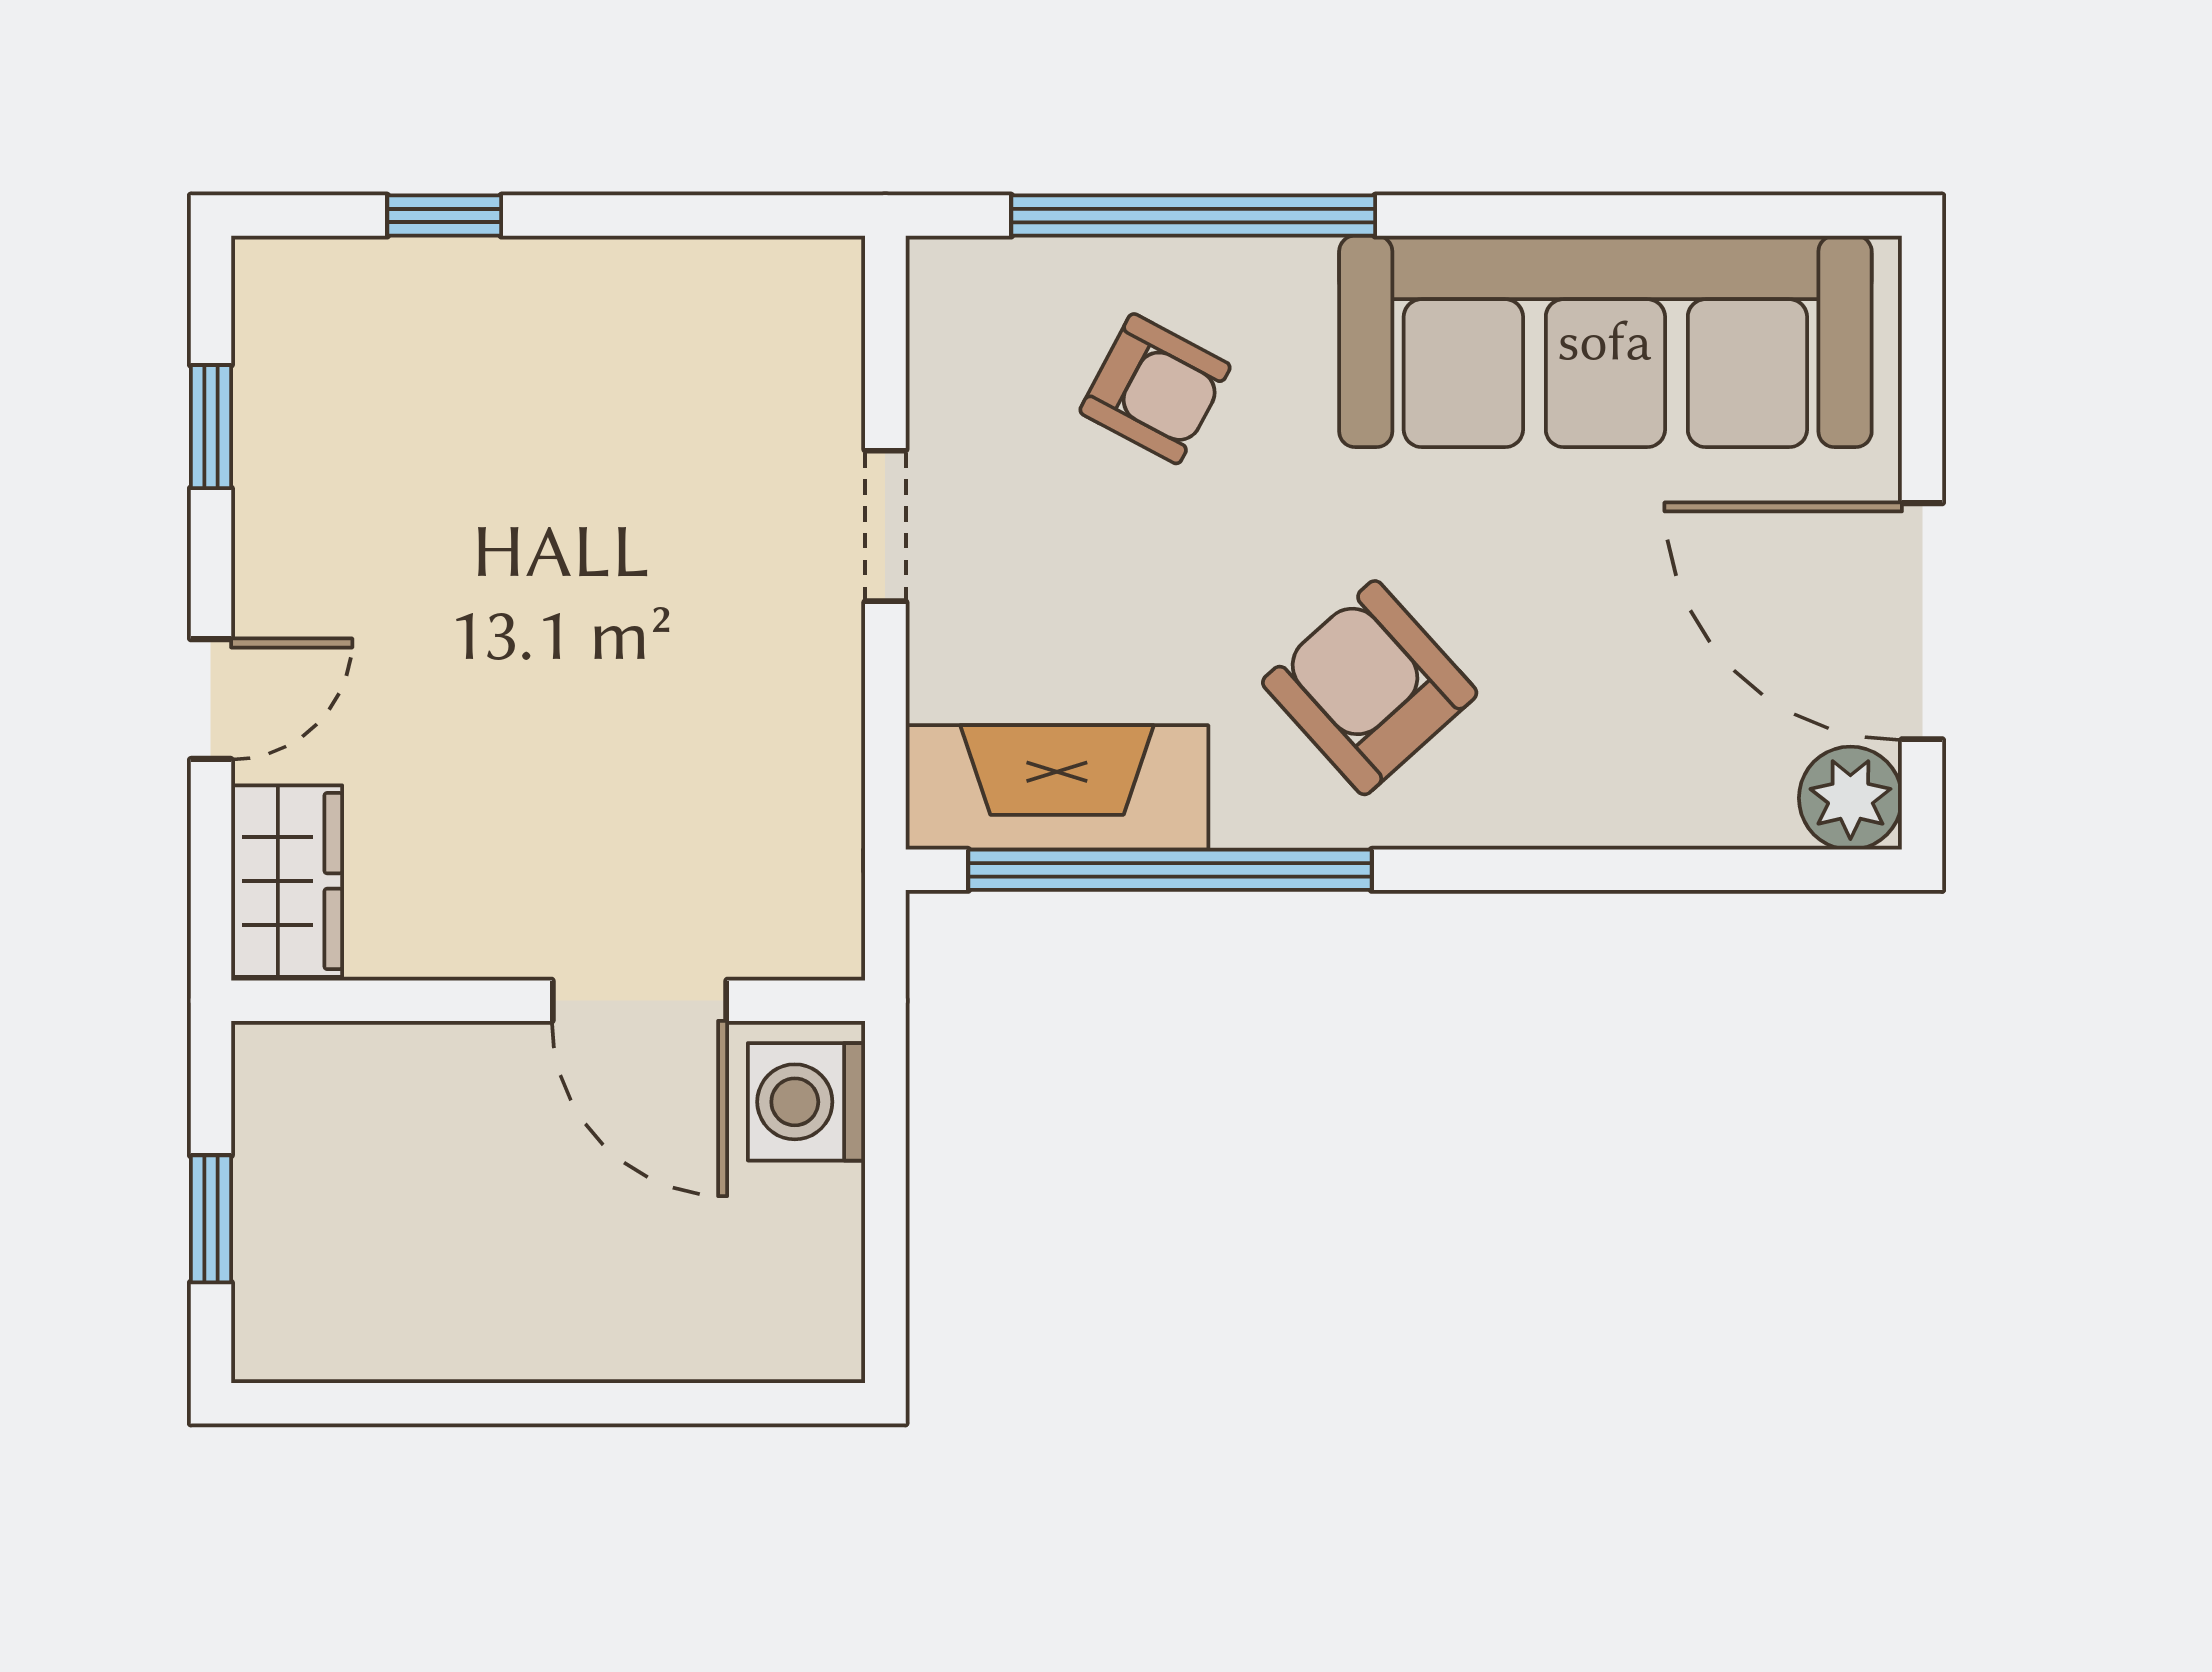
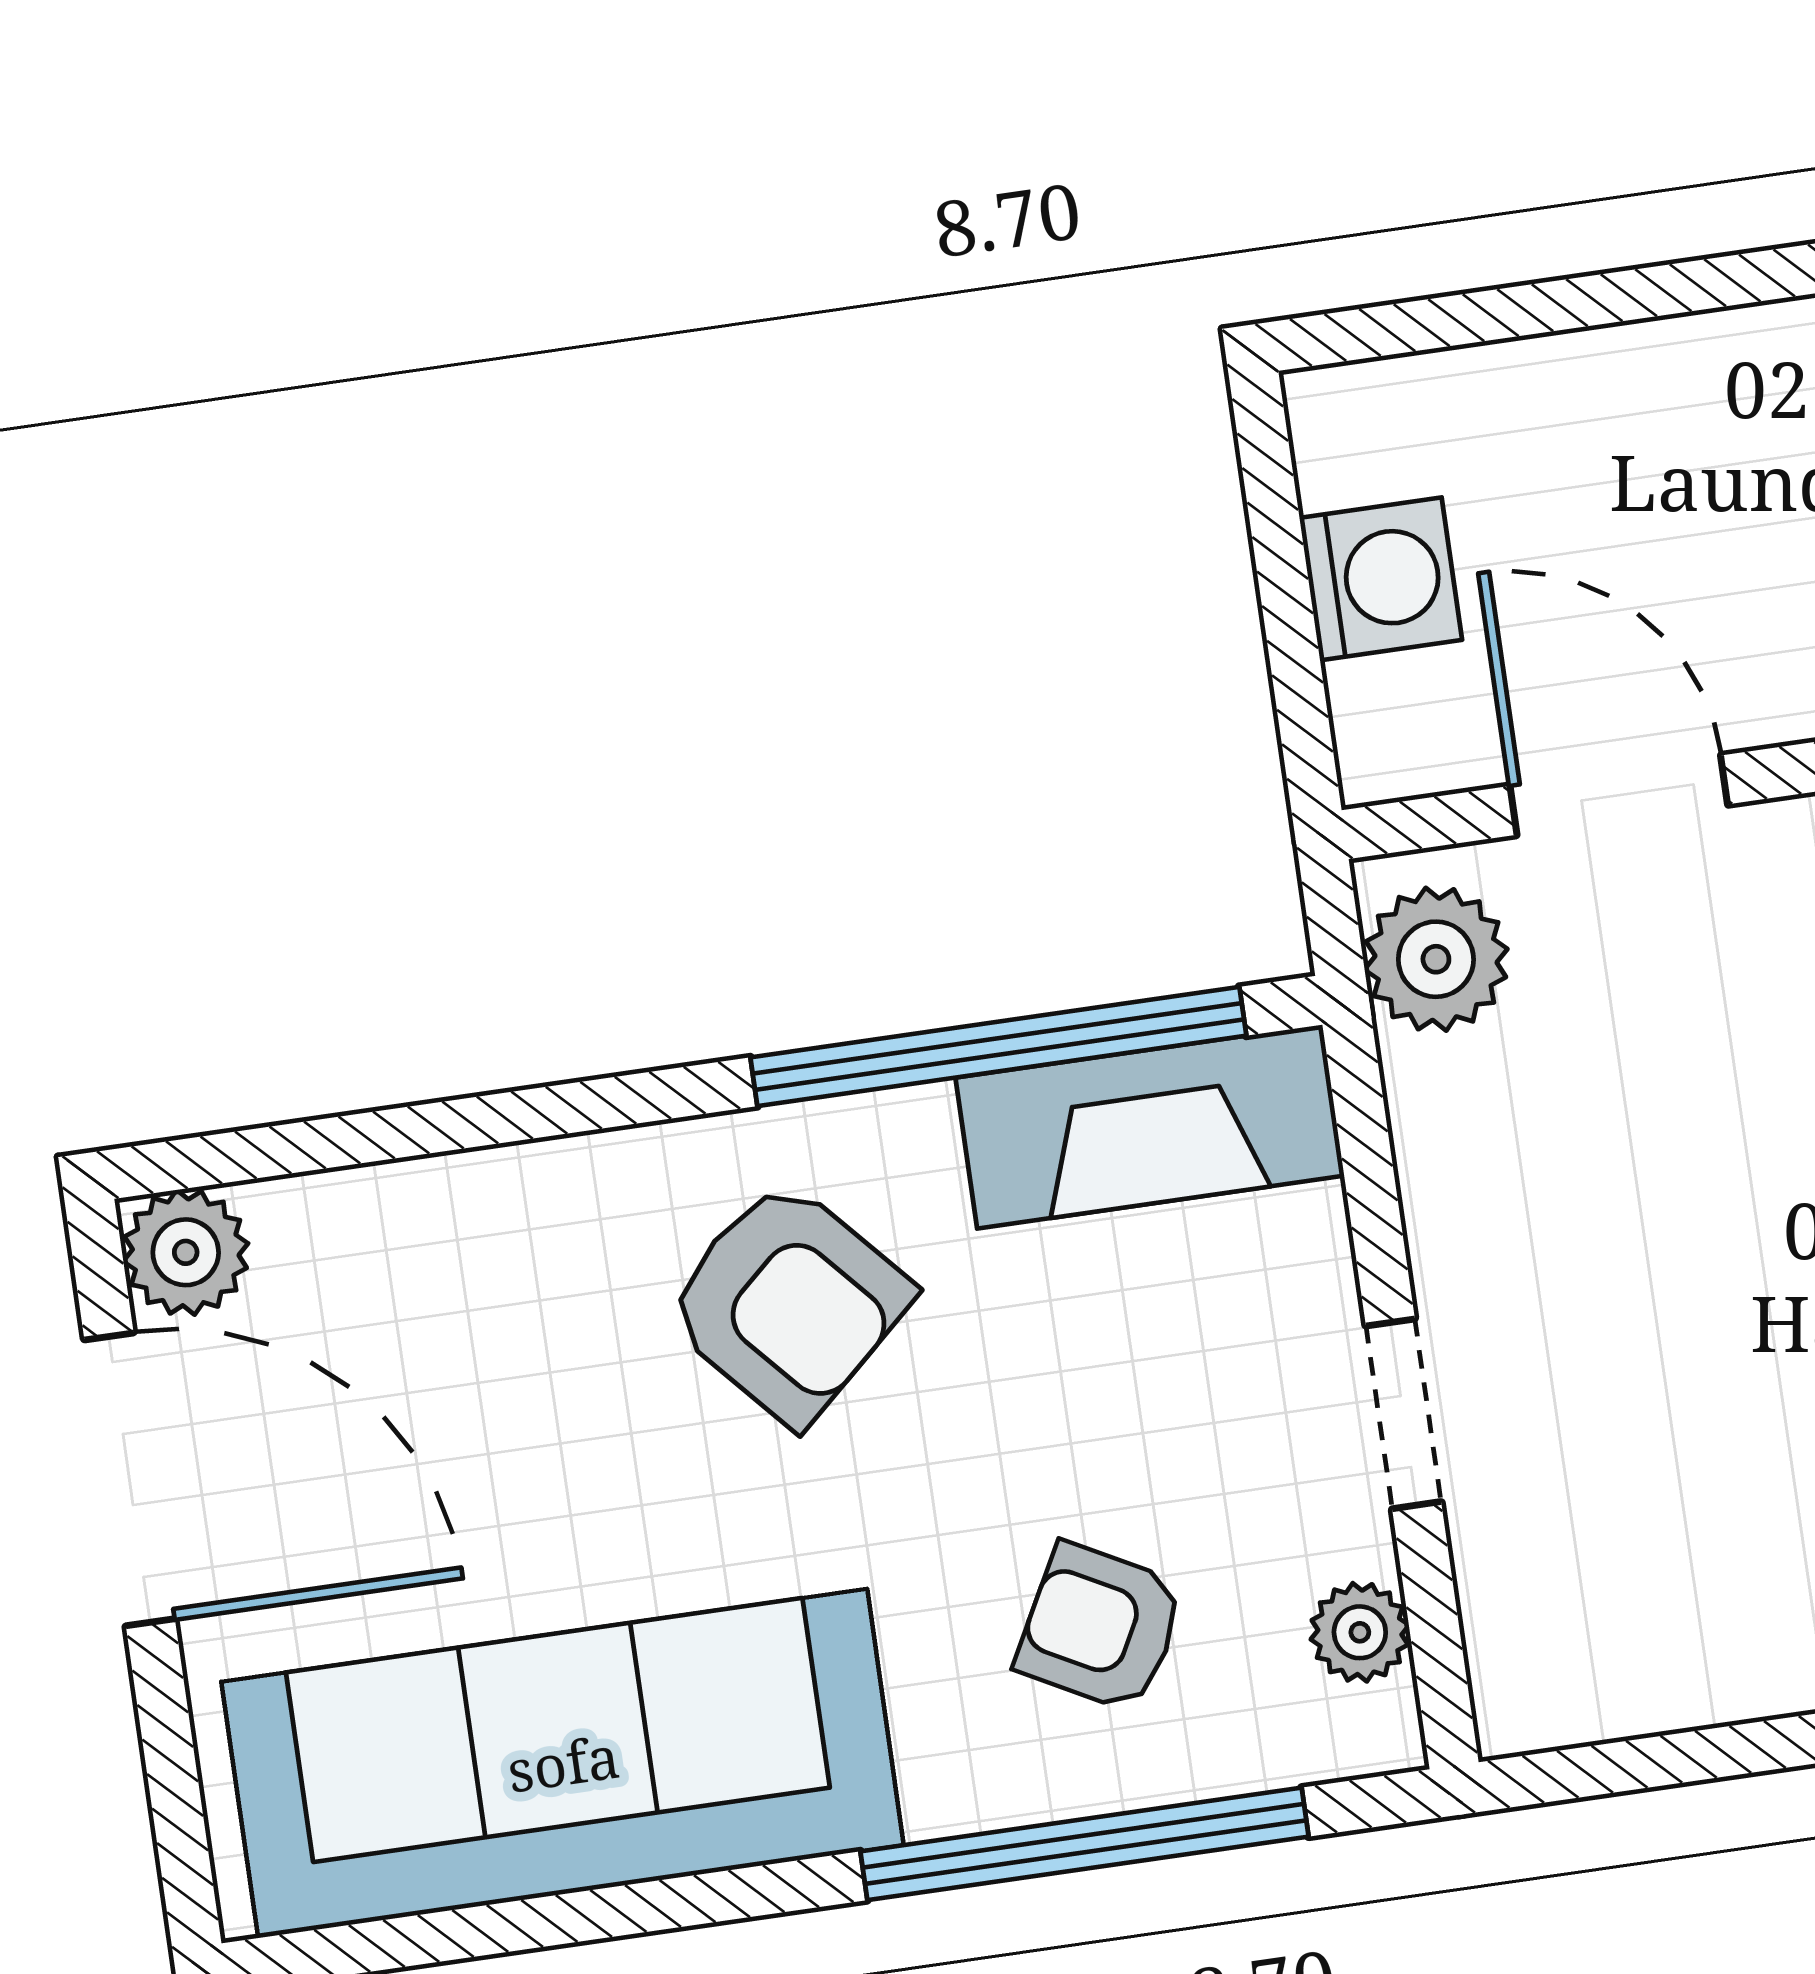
plant: (946, 354) -> (1360, 1632), added
plant: (806, 889) -> (1436, 959), added
washing machine: (807, 1102) -> (1381, 579), moved

